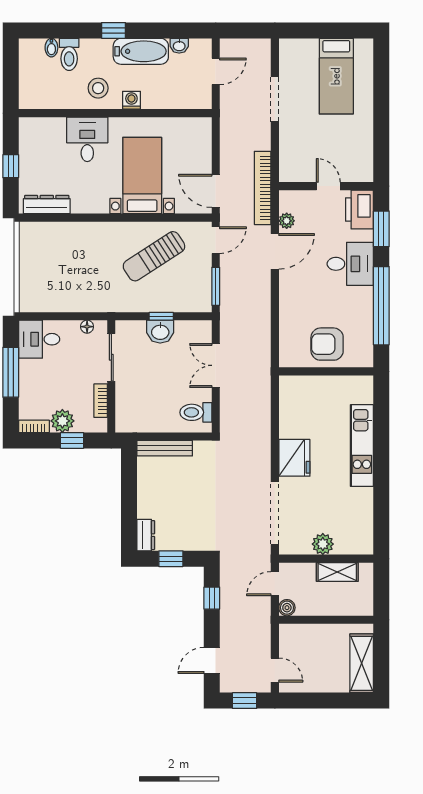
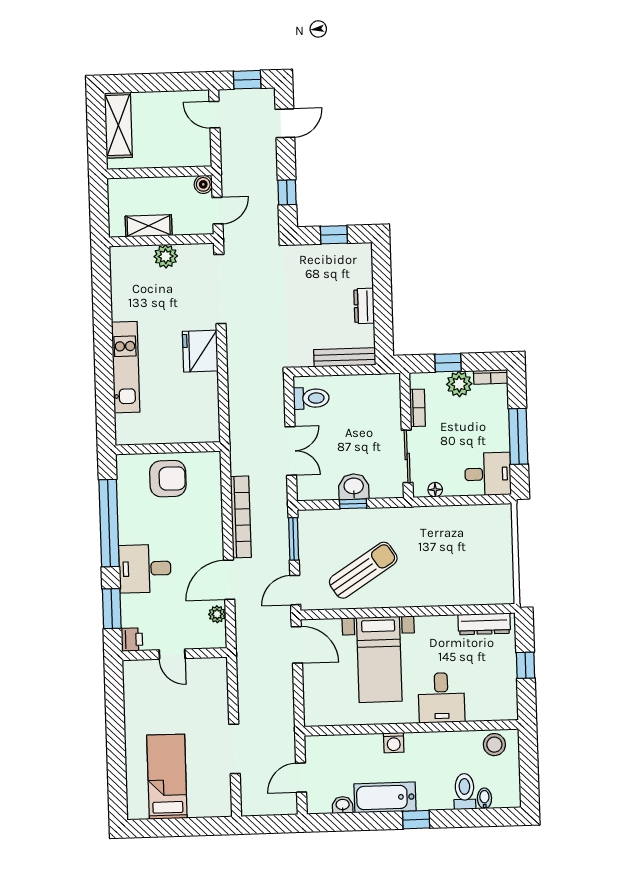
stool: (98, 88) -> (494, 745), moved
bookcase: (263, 188) -> (241, 517), moved
printer: (359, 209) -> (132, 640), width x0.53, depth x0.68
dresser: (146, 535) -> (364, 306), moved

